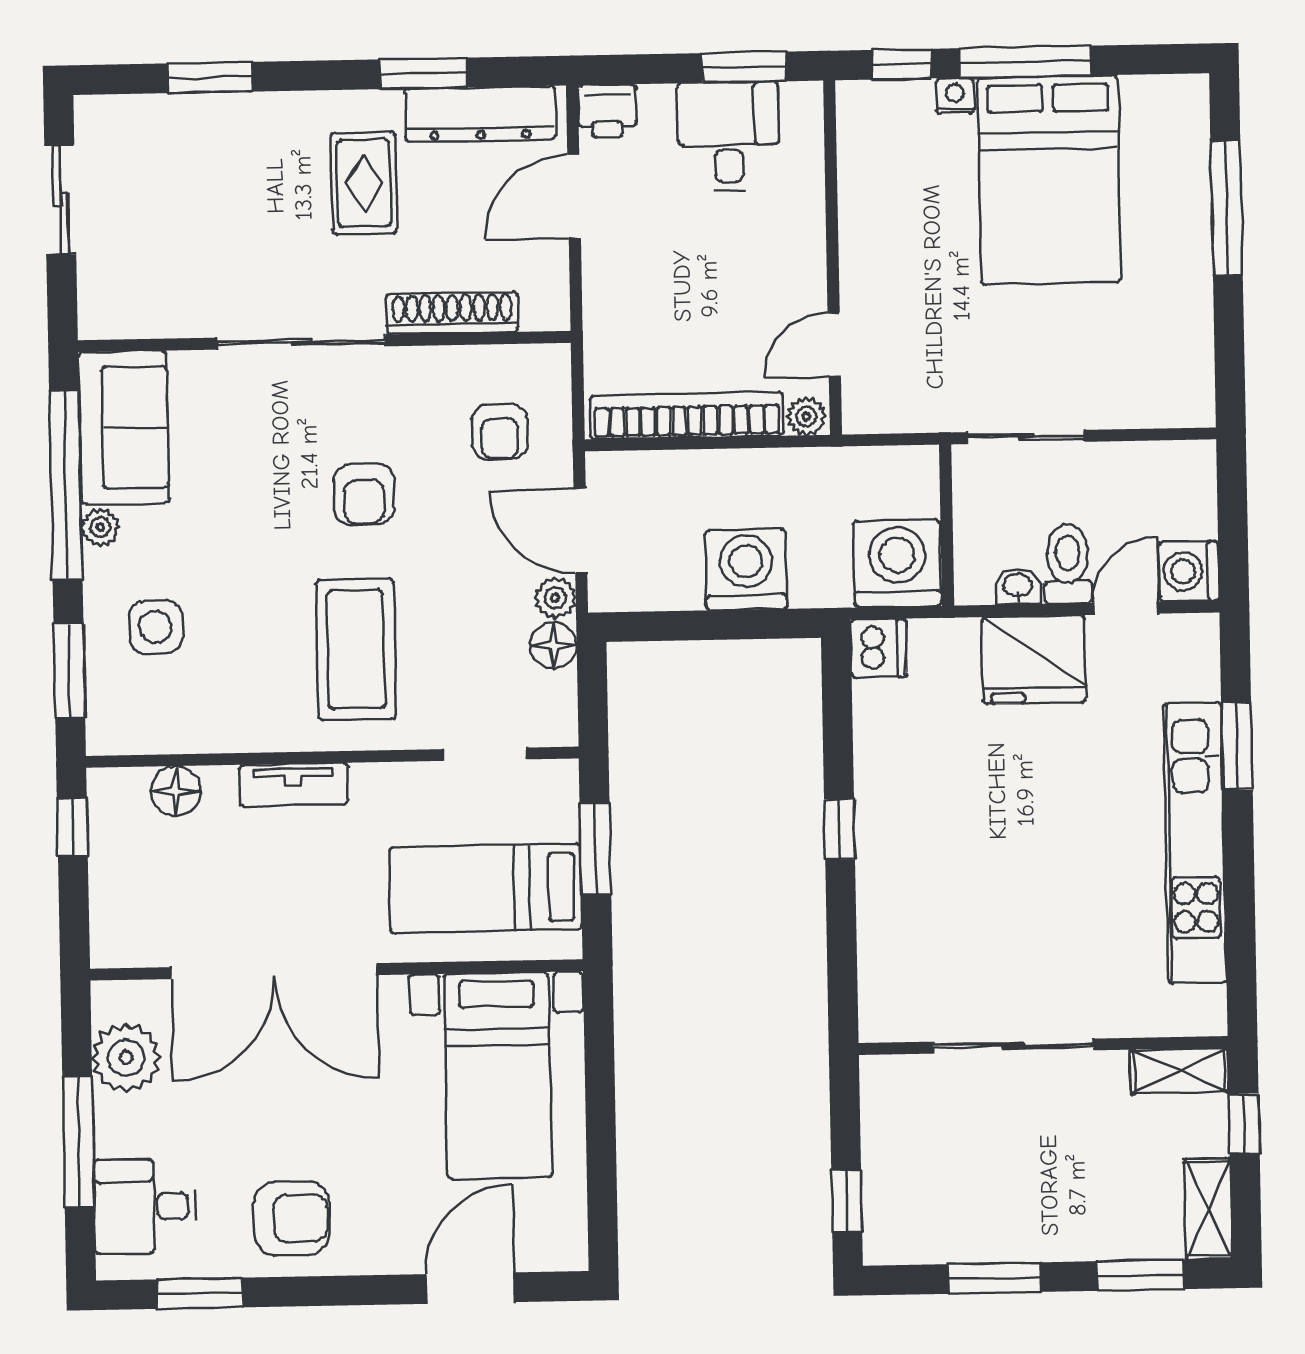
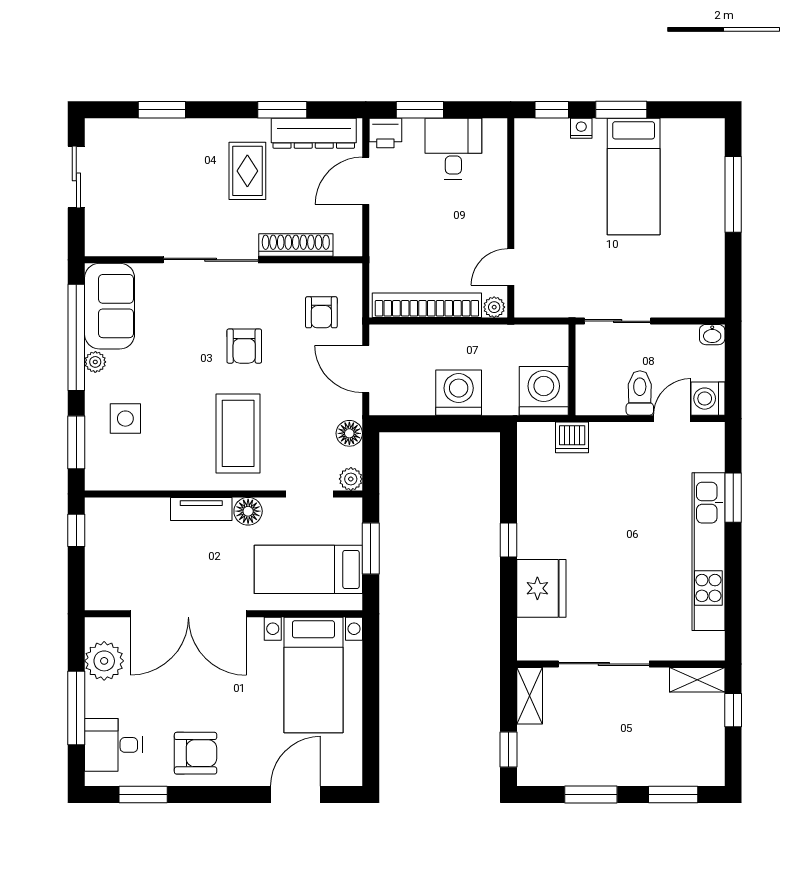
window: (1025, 62) -> (621, 110), width x0.69
window: (744, 67) -> (420, 110), moved
bed: (1049, 180) -> (634, 176), width x0.67
washbasin: (1018, 586) -> (712, 335), moved, turned 180
plant: (555, 598) -> (351, 479), moved
dishwasher: (878, 648) -> (572, 437), moved, turned 90
fridge: (1034, 660) -> (541, 588), moved, turned -90
floor lamp: (176, 791) -> (248, 511), moved
shelving: (1208, 1209) -> (530, 696), moved

